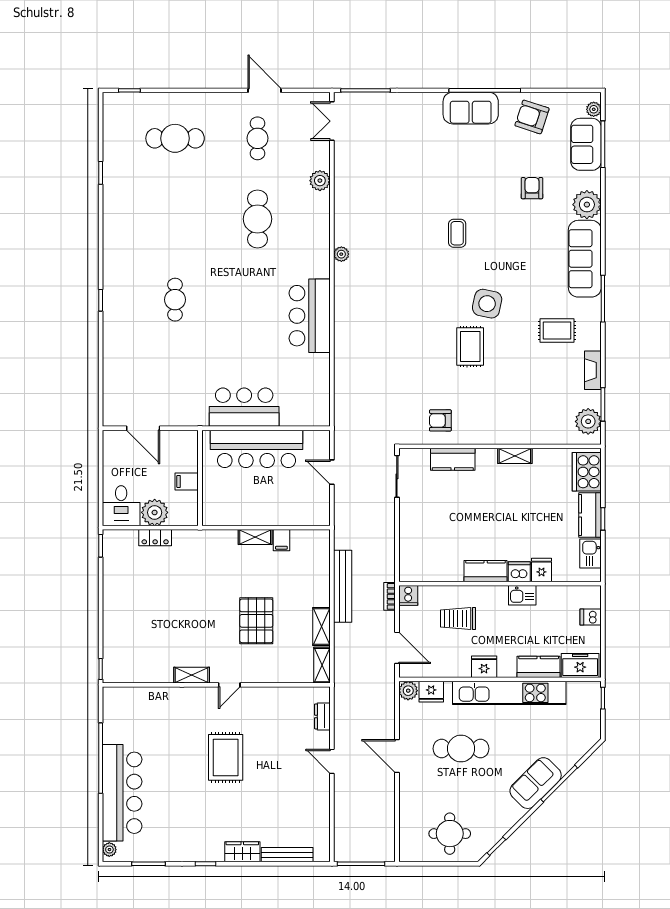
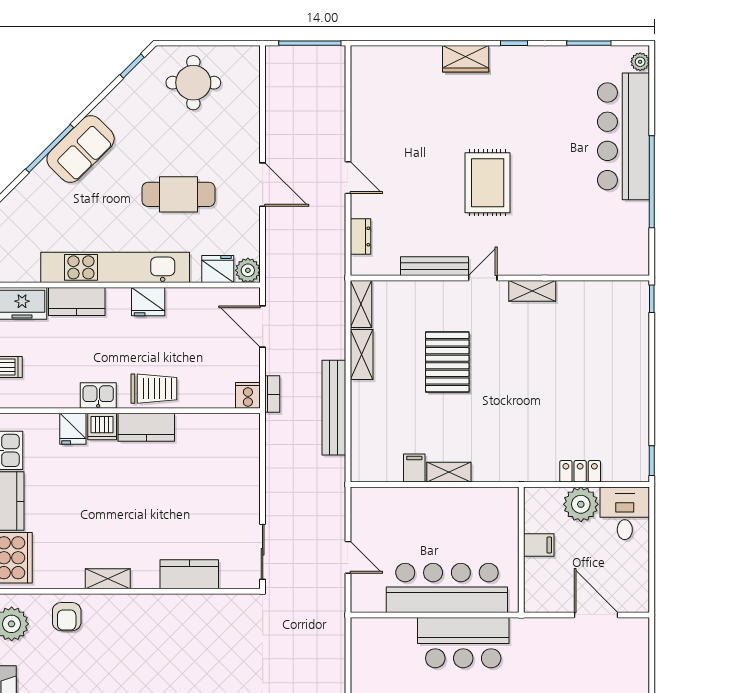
armchair: (440, 420) -> (67, 617), moved, turned 90
trolley: (458, 618) -> (154, 389), moved
bench: (287, 855) -> (434, 266), moved

